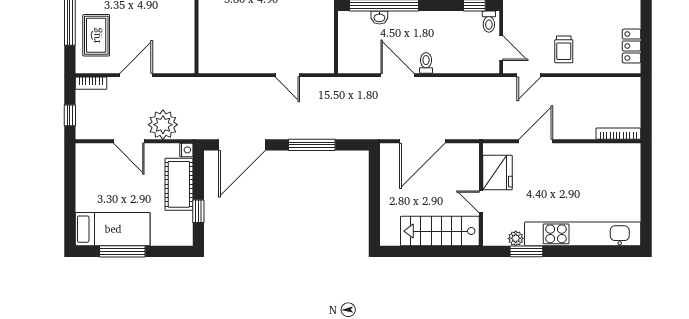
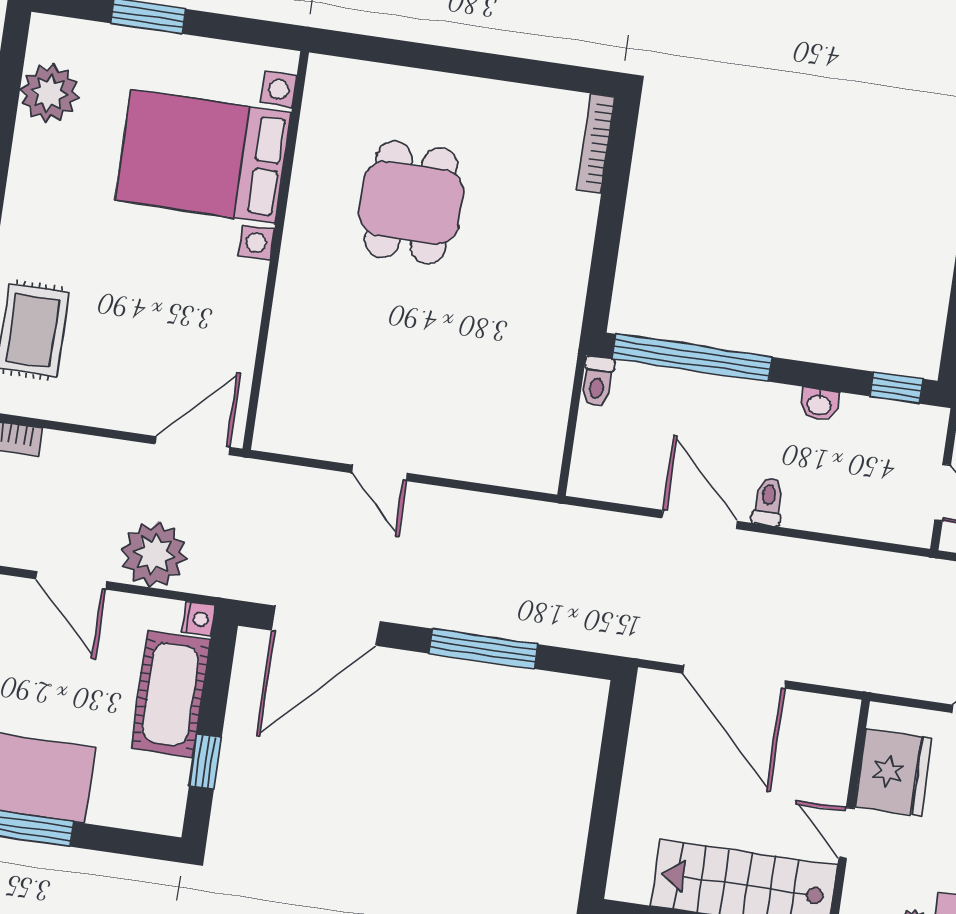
washbasin: (379, 17) -> (819, 404), moved
toilet: (489, 22) -> (597, 381), moved
door: (136, 75) -> (192, 446), moved
door: (287, 75) -> (379, 473), moved
door: (422, 141) -> (734, 677), hinge flipped

